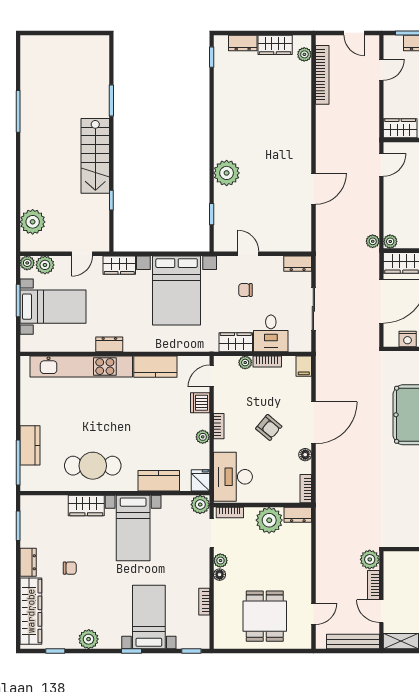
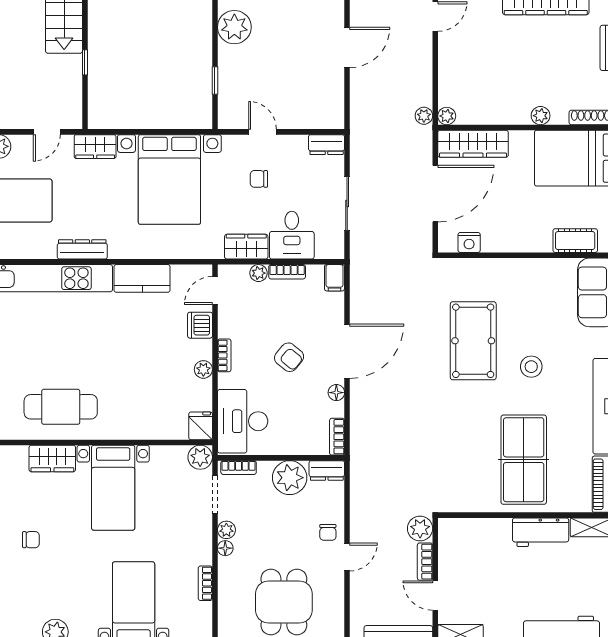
dresser: (109, 344) -> (82, 249), width x1.44
kitchen counter: (159, 481) -> (146, 426), removed
chair: (299, 562) -> (328, 532), added
door: (313, 614) -> (347, 557), moved

